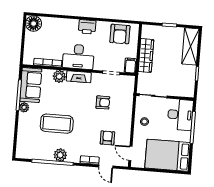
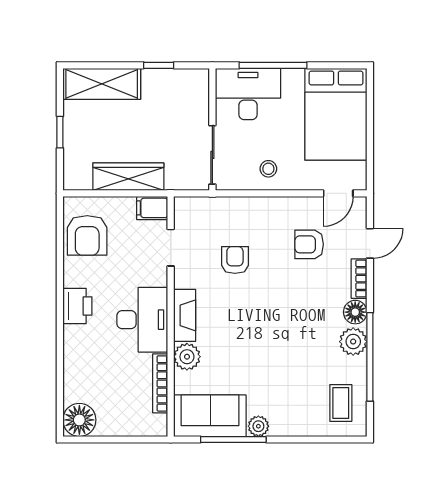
armchair: (120, 34) -> (87, 235), turned 90
coffee table: (57, 124) -> (341, 403), moved, width x0.54, depth x0.58
floor lamp: (74, 157) -> (355, 312), added

